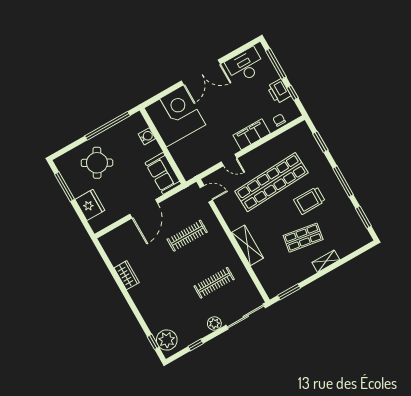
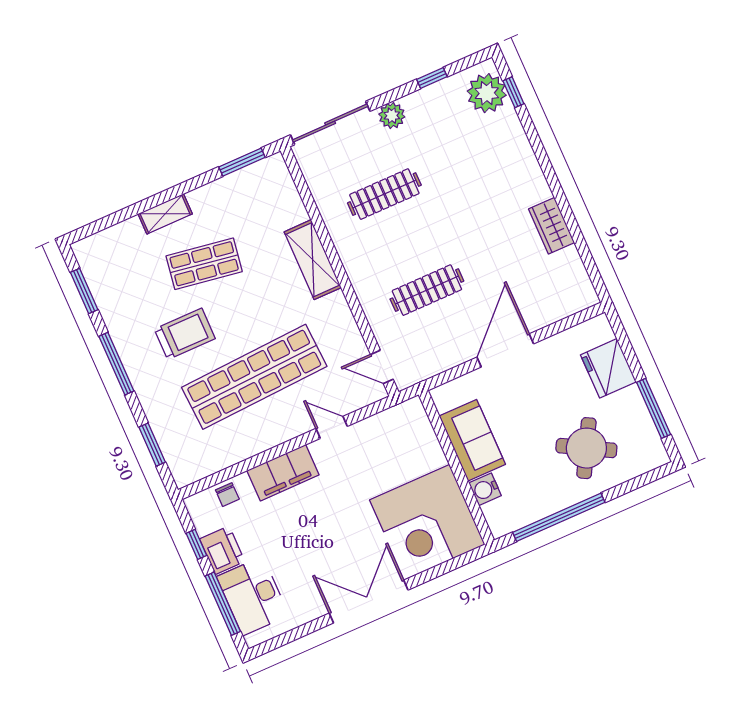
desk: (245, 65) -> (253, 596), moved, turned 90
sofa: (163, 173) -> (472, 440), moved

